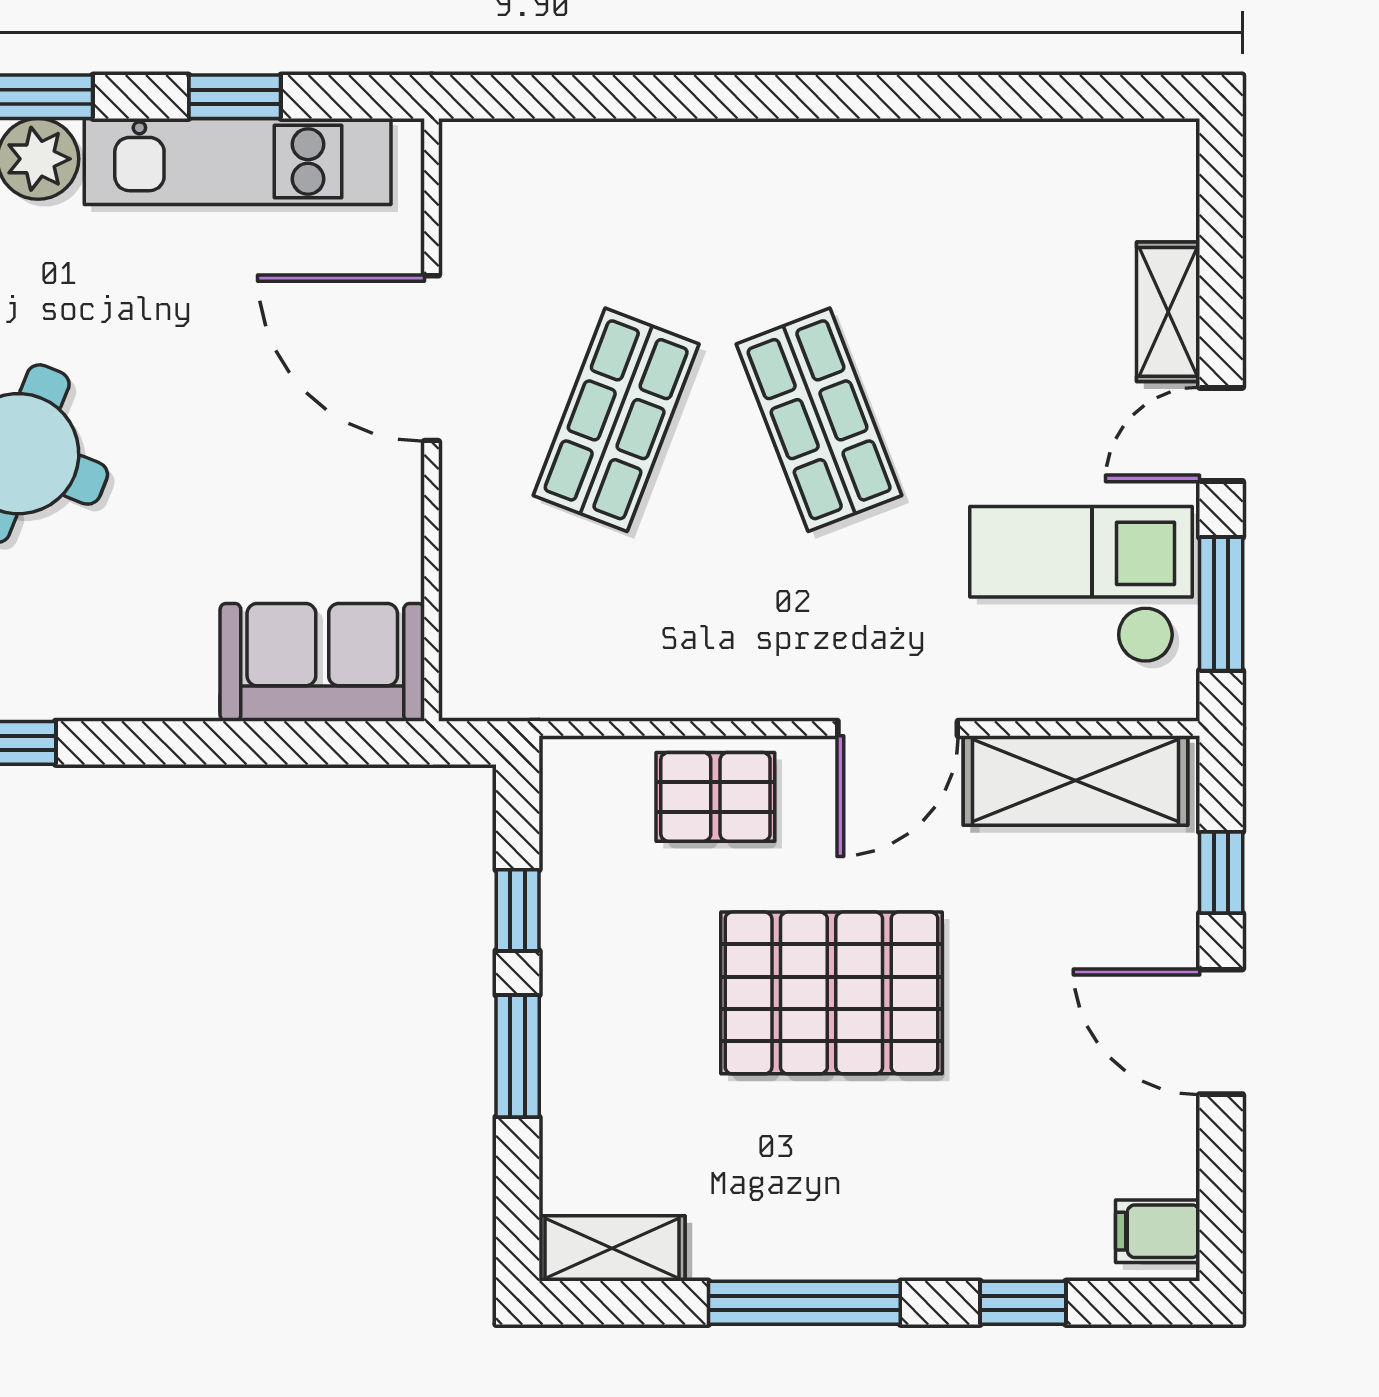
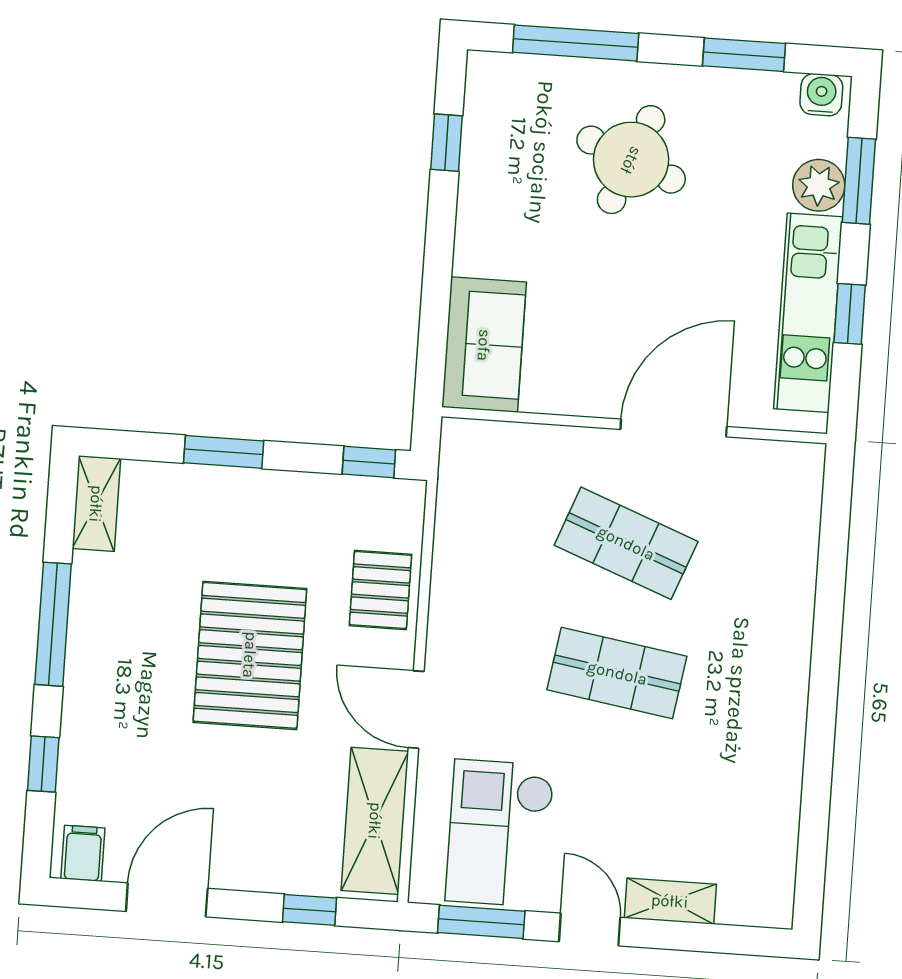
shop shelf: (819, 420) -> (617, 673), turned 30
checkout: (1081, 585) -> (500, 833), turned 180
window: (518, 910) -> (369, 462), moved
door: (1221, 1032) -> (167, 900), moved

